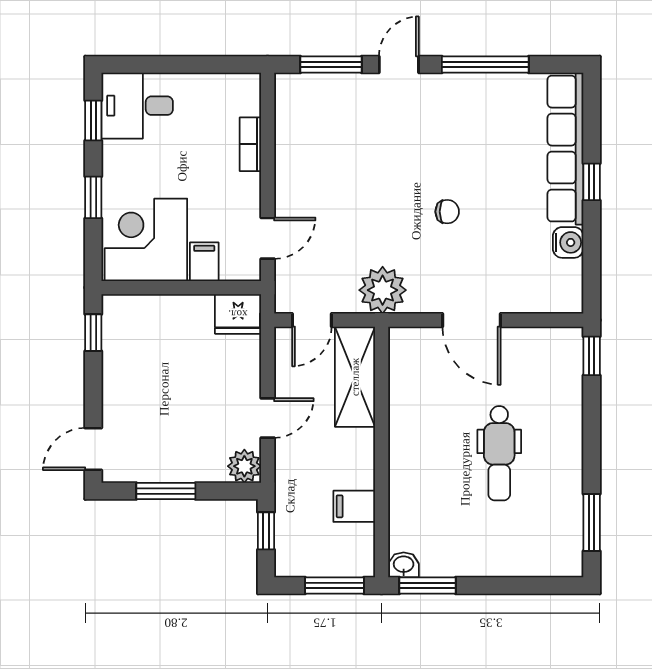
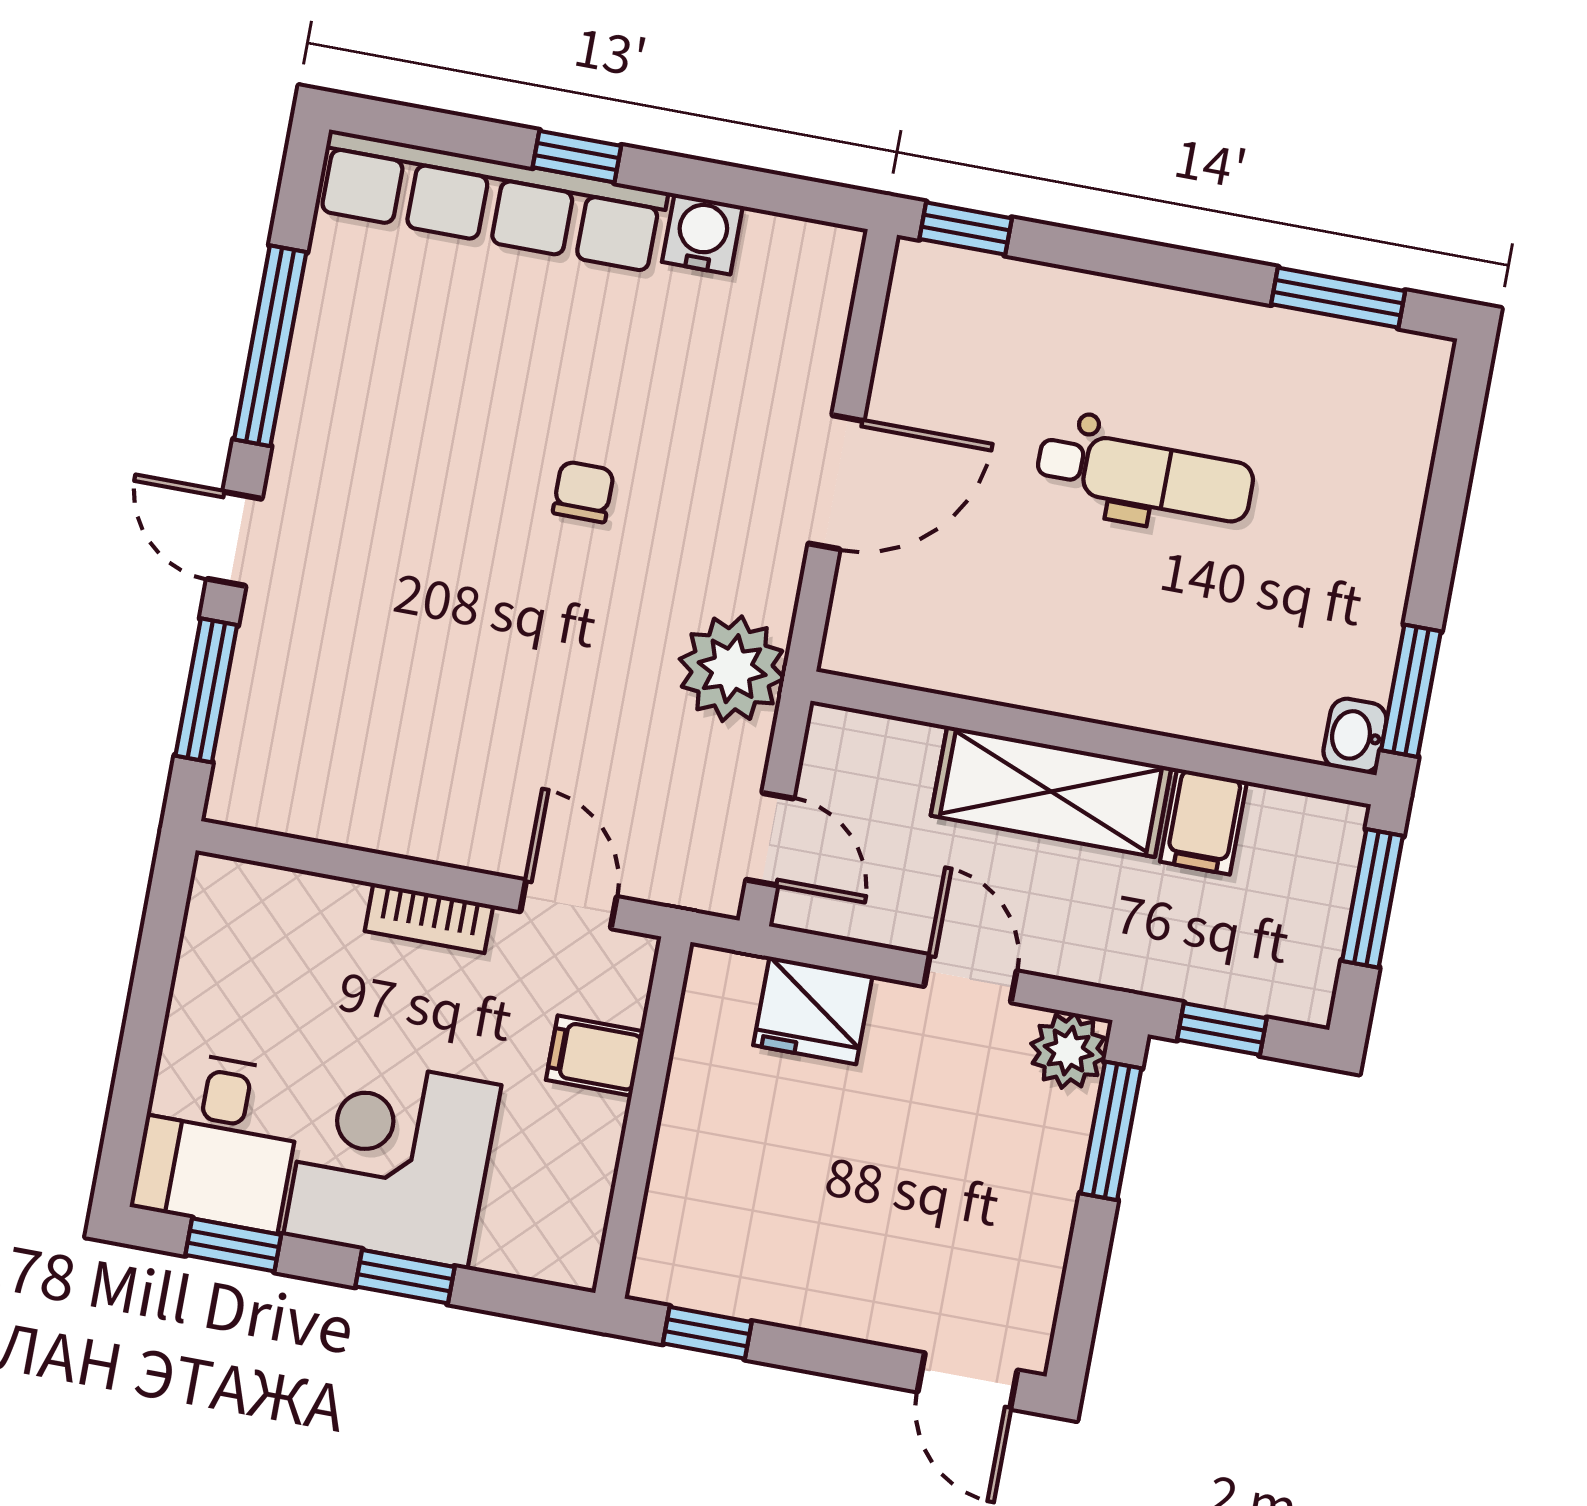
bookcase: (250, 144) -> (429, 918), moved
corner desk: (146, 240) -> (392, 1160), moved, turned 90
fridge: (238, 314) -> (813, 1010), moved, turned 90
shelving: (355, 377) -> (1051, 791), moved
window: (166, 491) -> (1111, 1131), moved

